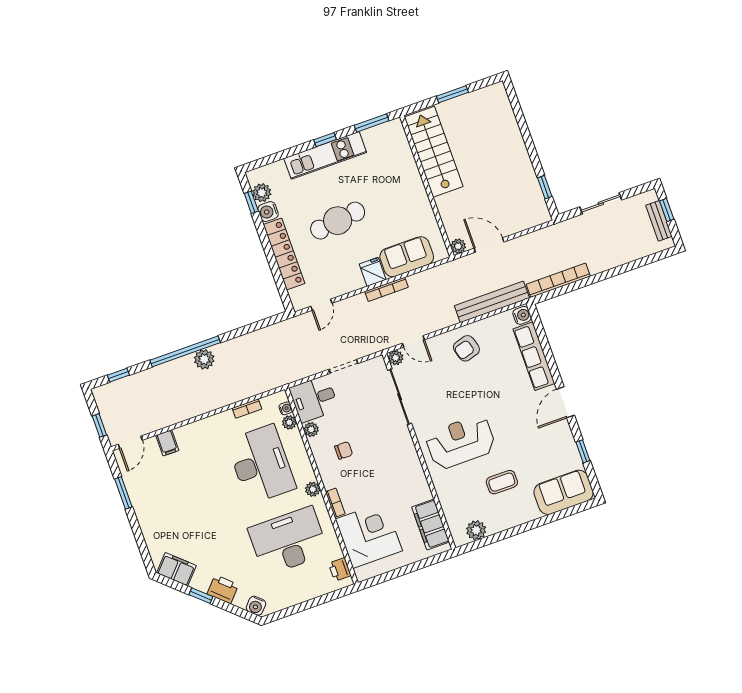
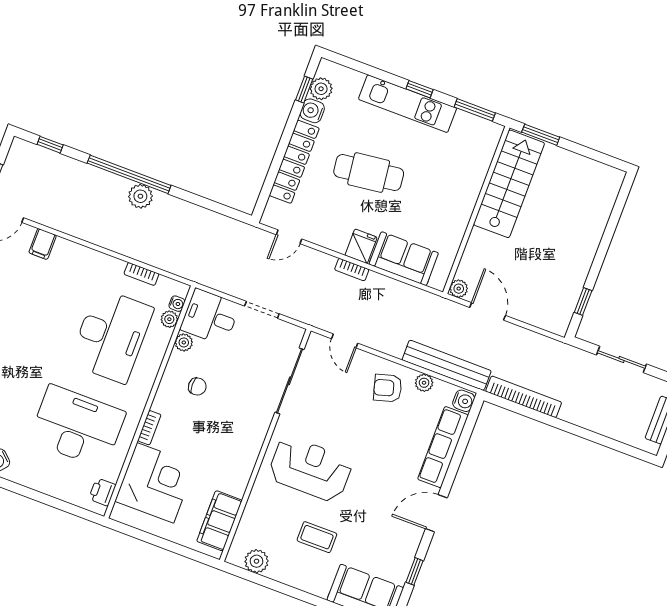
window: (452, 94) -> (541, 135), moved
bookcase: (386, 289) -> (352, 270), width x0.64
plant: (396, 358) -> (424, 383), moved
plant: (313, 489) -> (139, 398), removed

